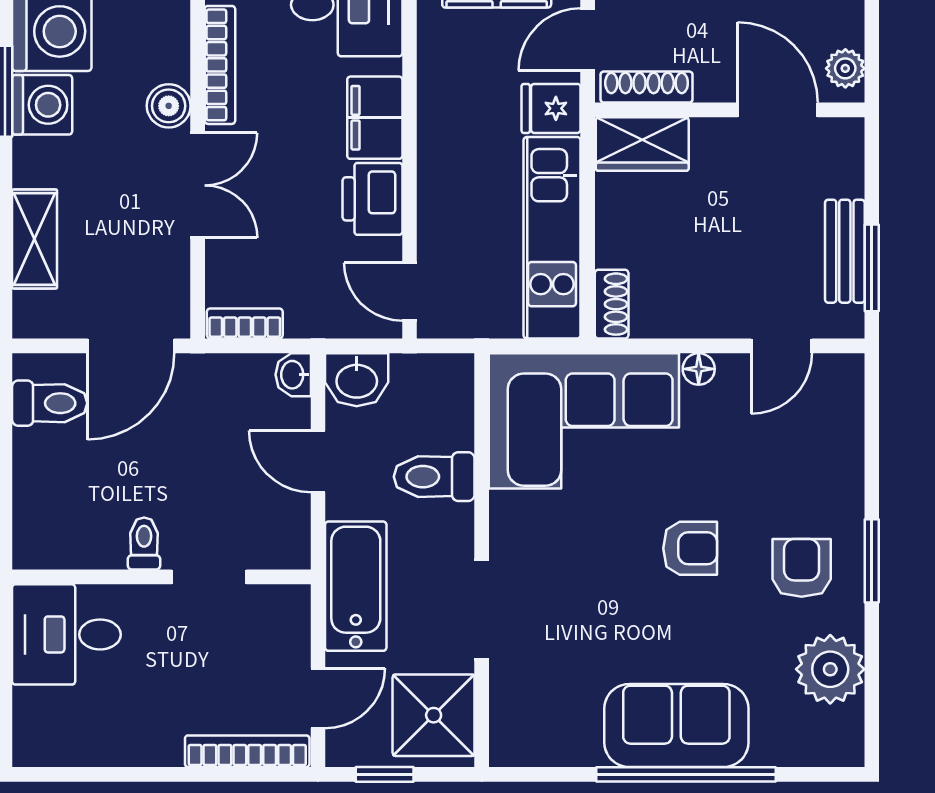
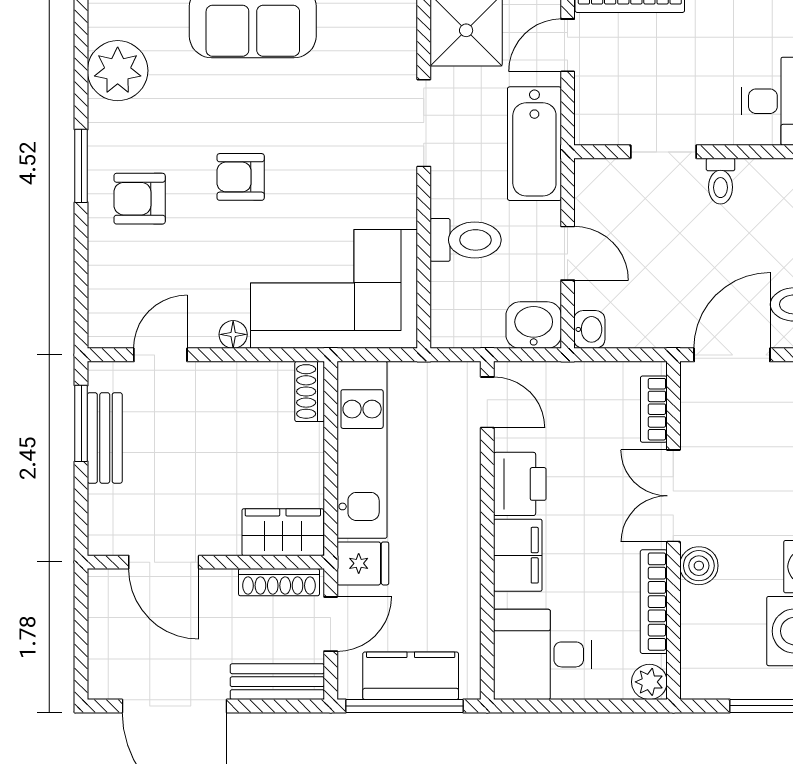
plant: (845, 68) -> (104, 599), removed
bookcase: (245, 323) -> (654, 409), moved, turned 90
armchair: (802, 568) -> (140, 199), moved, turned 90

